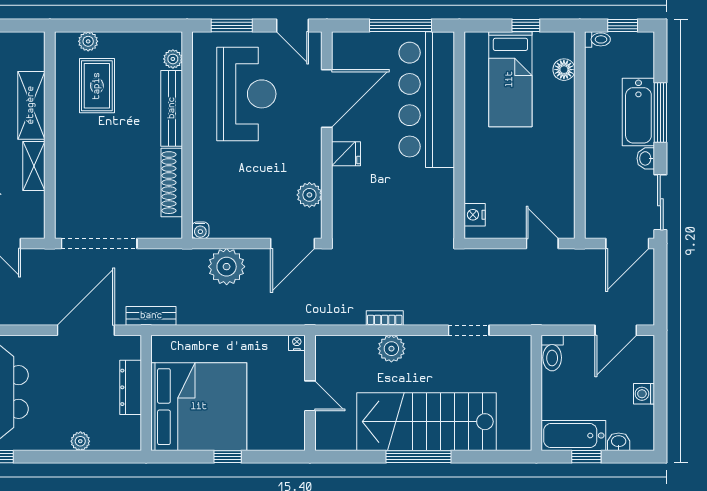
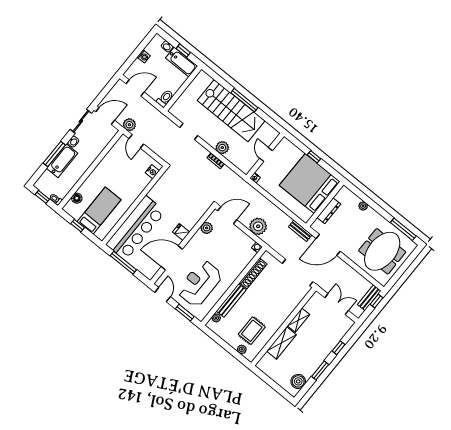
plant: (576, 262) -> (129, 125), added

